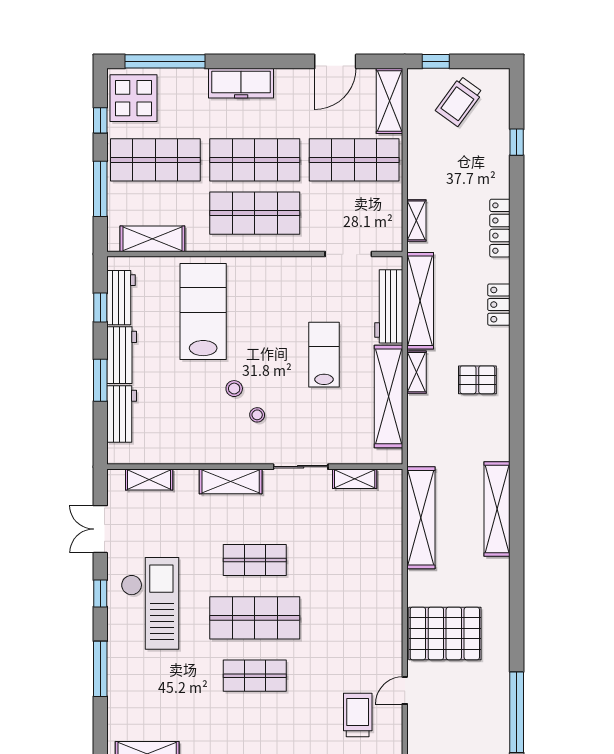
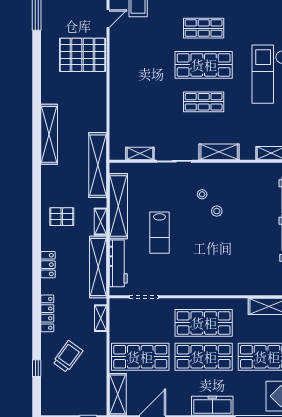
trolley: (459, 101) -> (68, 356), moved
lab bench: (203, 311) -> (237, 260), removed
shelving: (421, 518) -> (98, 165), moved

